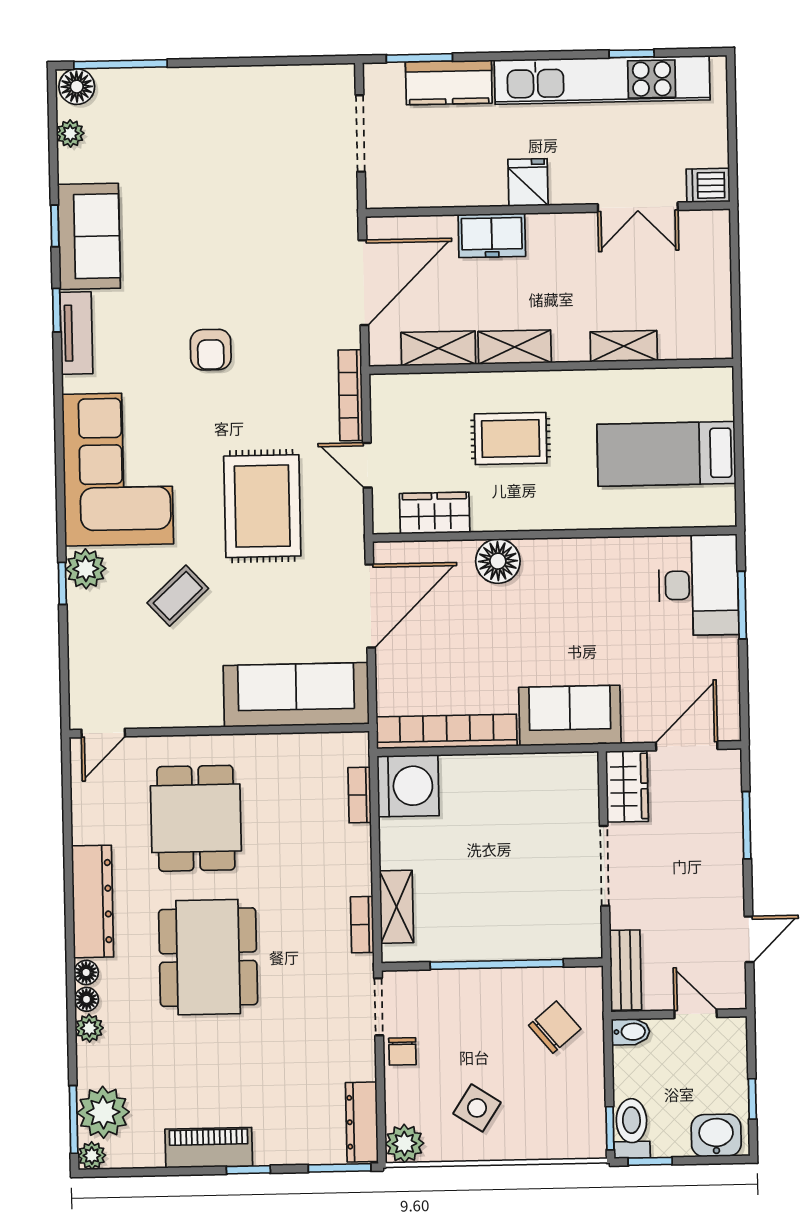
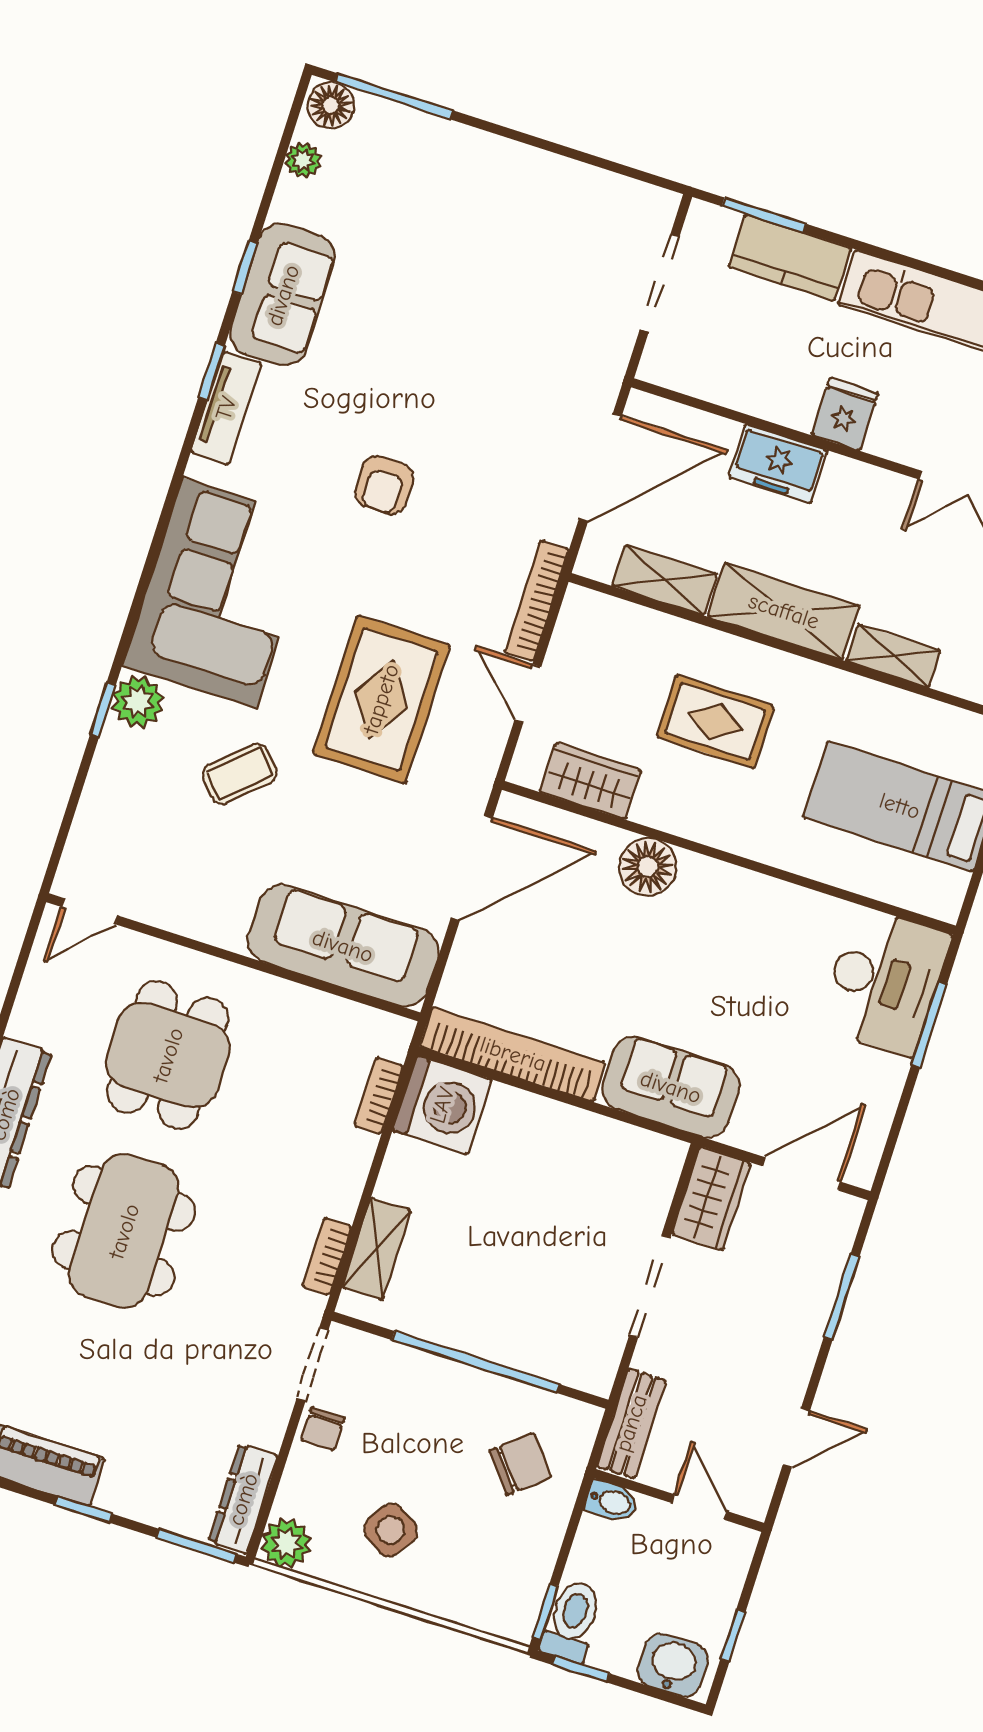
shelving: (515, 347) -> (784, 611), width x1.50, depth x1.33

